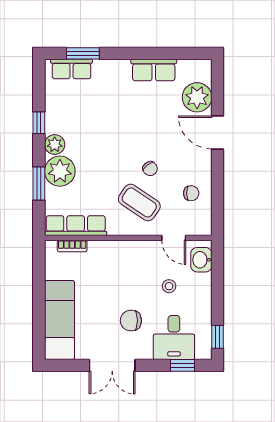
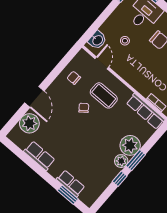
row of seats: (72, 69) -> (71, 183), moved
window: (39, 184) -> (136, 160), moved
coffee table: (139, 203) -> (104, 95), turned -34

